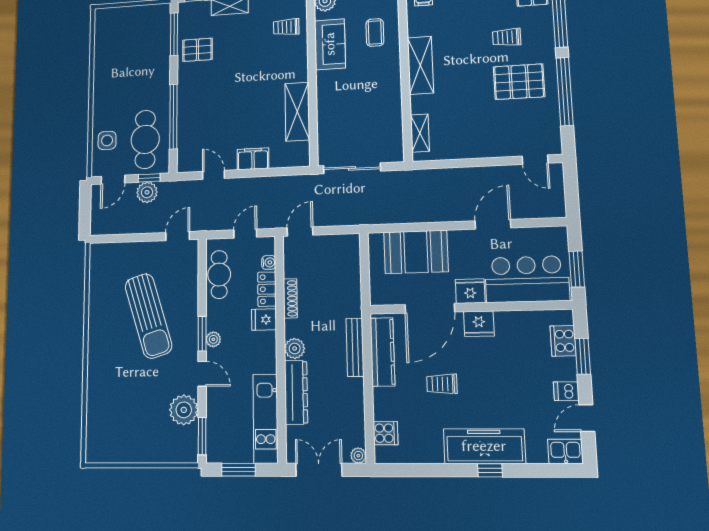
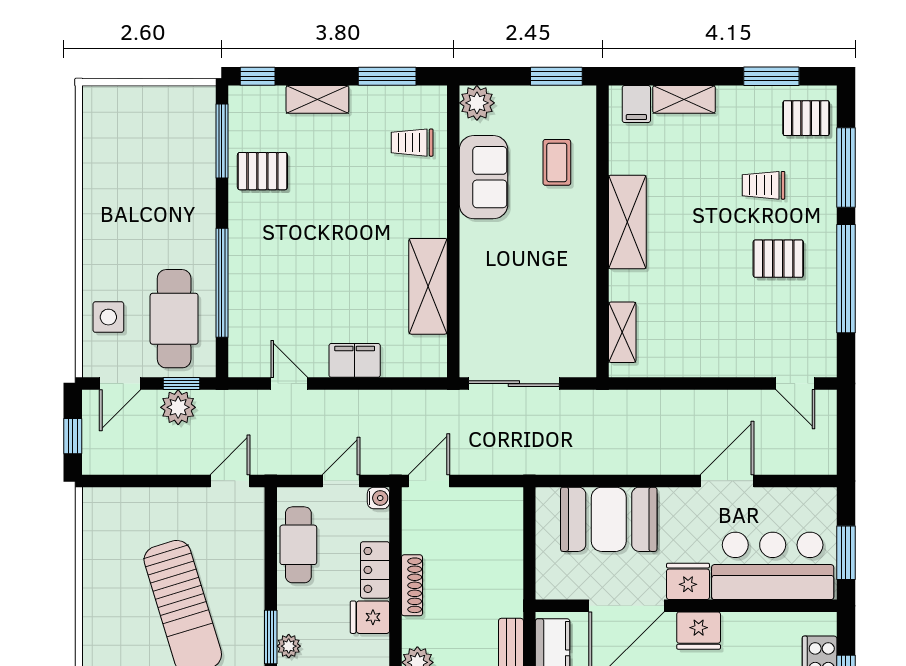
pallet: (519, 82) -> (778, 259), width x0.67, depth x0.71
window: (85, 212) -> (73, 436), added
water cooler: (269, 262) -> (378, 498), moved

